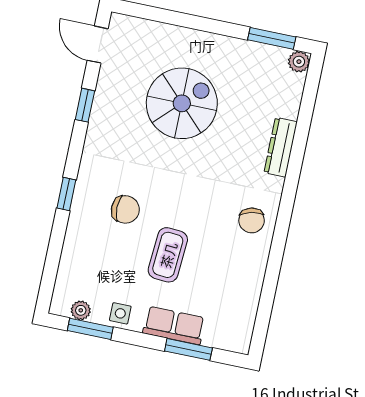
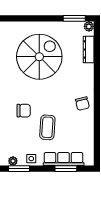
spiral stairs: (182, 103) -> (39, 57), width x1.37, depth x1.37
dresser: (281, 147) -> (89, 49), moved
row of seats: (174, 325) -> (64, 159), width x1.48

